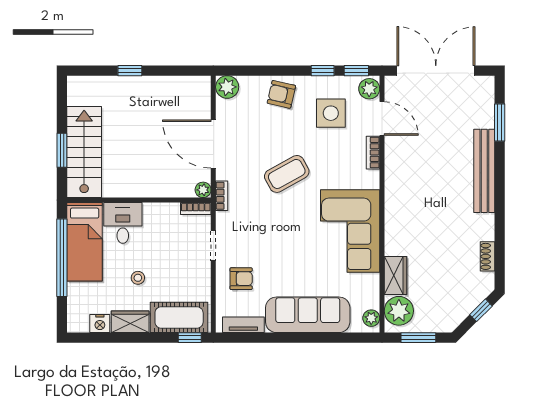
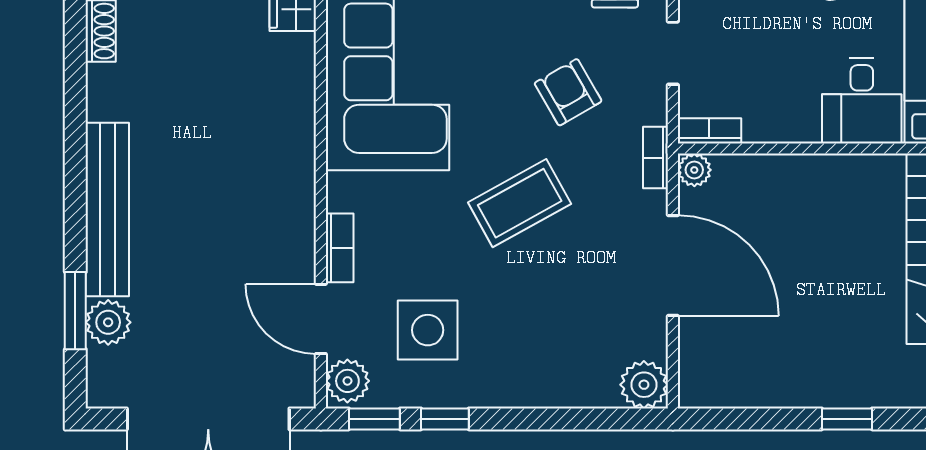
armchair: (281, 94) -> (568, 92), moved, turned -133
plant: (484, 117) -> (108, 322), added

